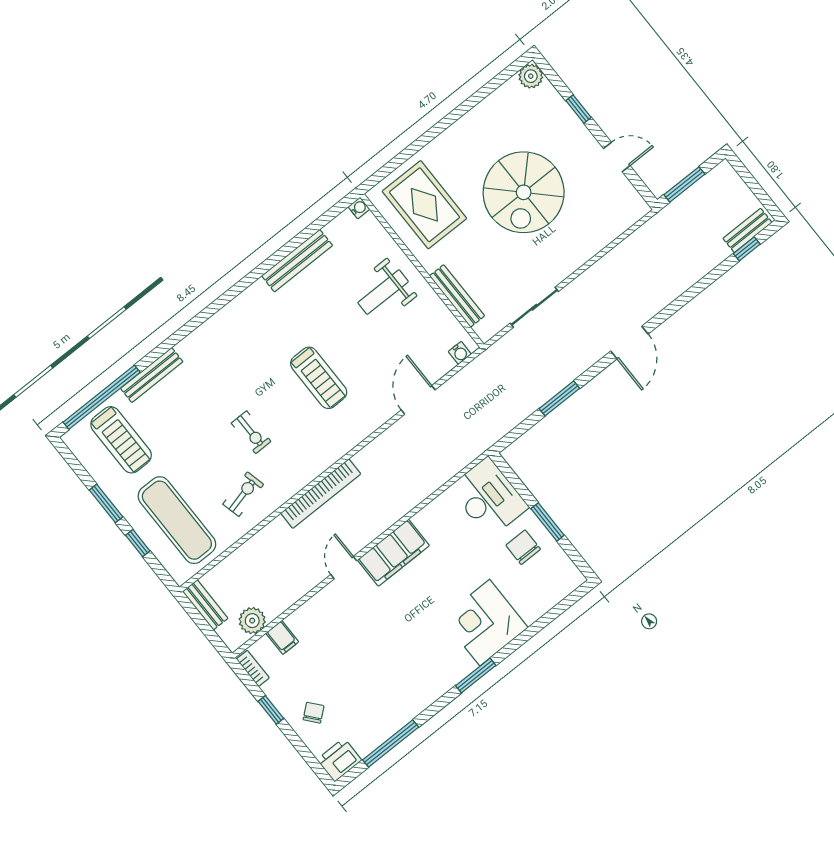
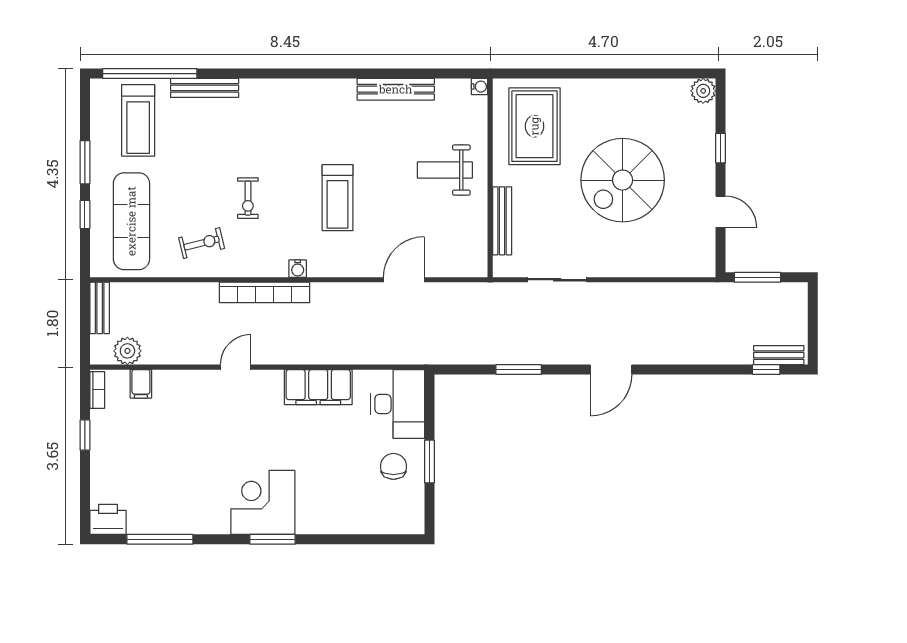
water cooler: (460, 353) -> (298, 269), moved
filing cabinet: (393, 553) -> (318, 387), moved
corner desk: (485, 623) -> (263, 502), moved
chair: (314, 713) -> (118, 465), removed

